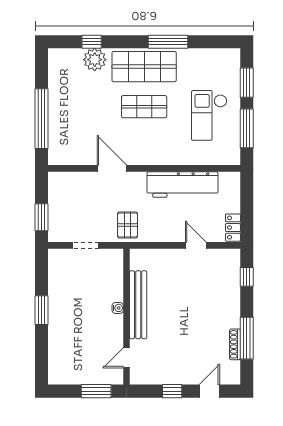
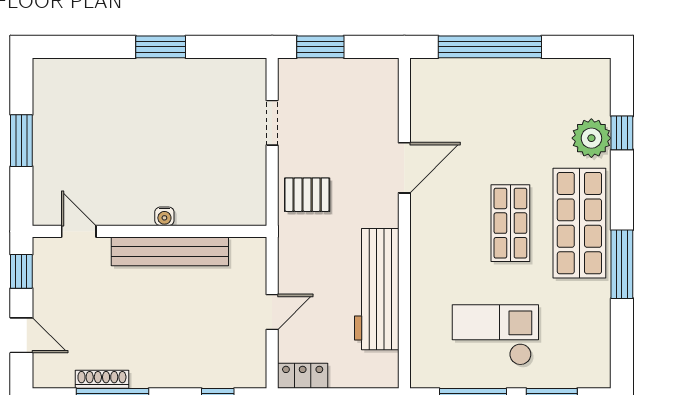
bench: (138, 305) -> (170, 251), moved
water cooler: (118, 308) -> (164, 216), moved
wall: (126, 317) -> (150, 231), moved
door: (126, 358) -> (79, 231), moved

